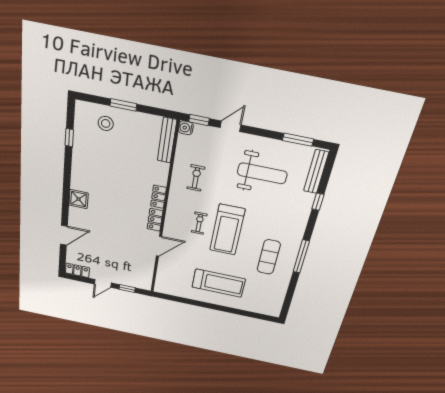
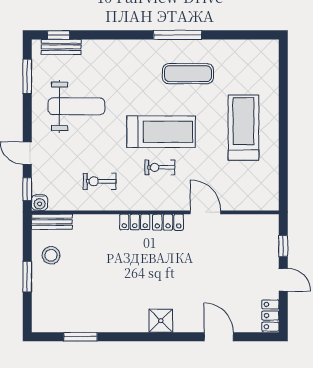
stool: (106, 123) -> (51, 255), moved
window: (69, 138) -> (80, 337), width x1.50
bench: (167, 140) -> (52, 222), width x0.73
bench: (316, 172) -> (61, 47), width x0.73
weight bench: (262, 173) -> (77, 106), turned 90
window: (318, 202) -> (59, 35), moved

